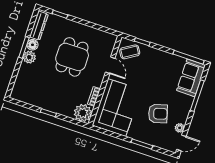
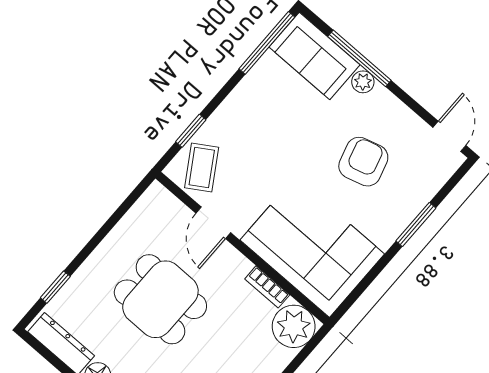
door: (110, 65) -> (213, 223), swing flipped
plant: (180, 128) -> (363, 82), moved

